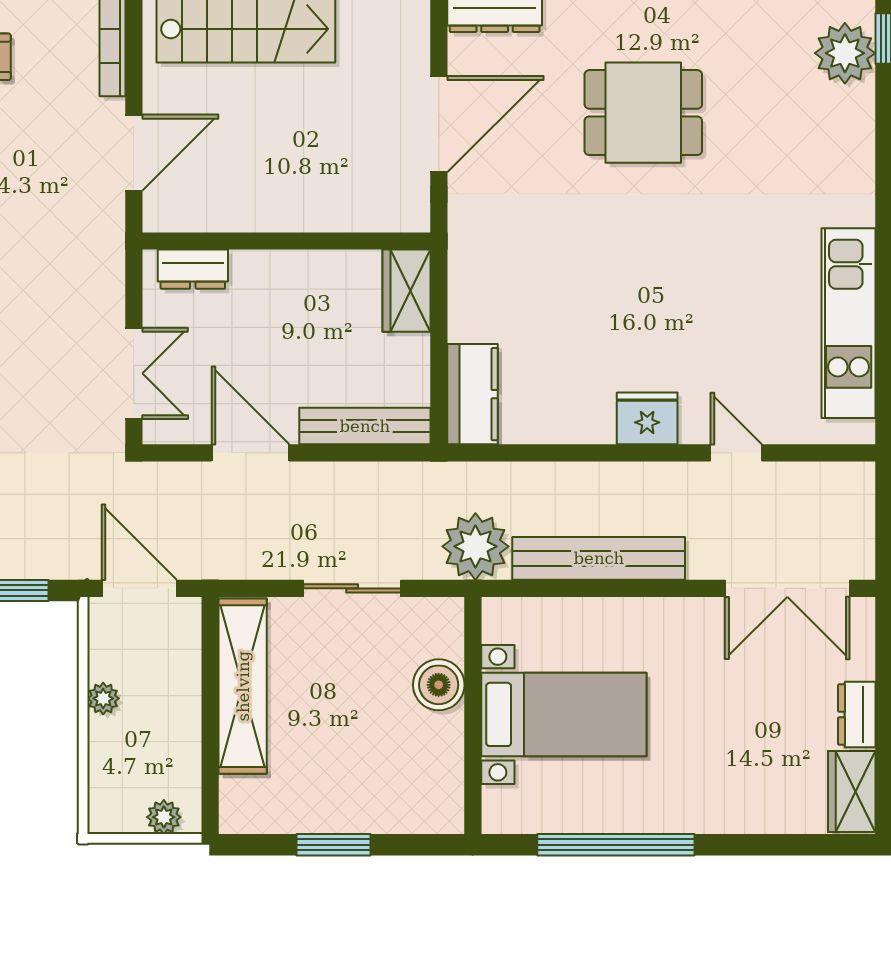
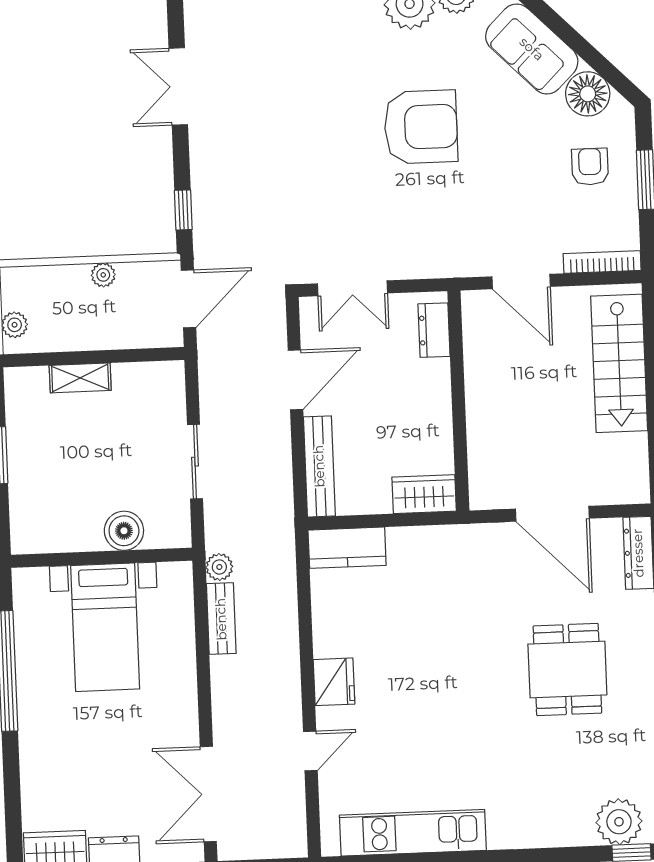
plant: (475, 546) -> (219, 567), width x0.53, depth x0.53
bench: (599, 558) -> (221, 619), width x0.54, depth x0.82
shelving: (243, 686) -> (80, 378), width x0.45, depth x0.75

